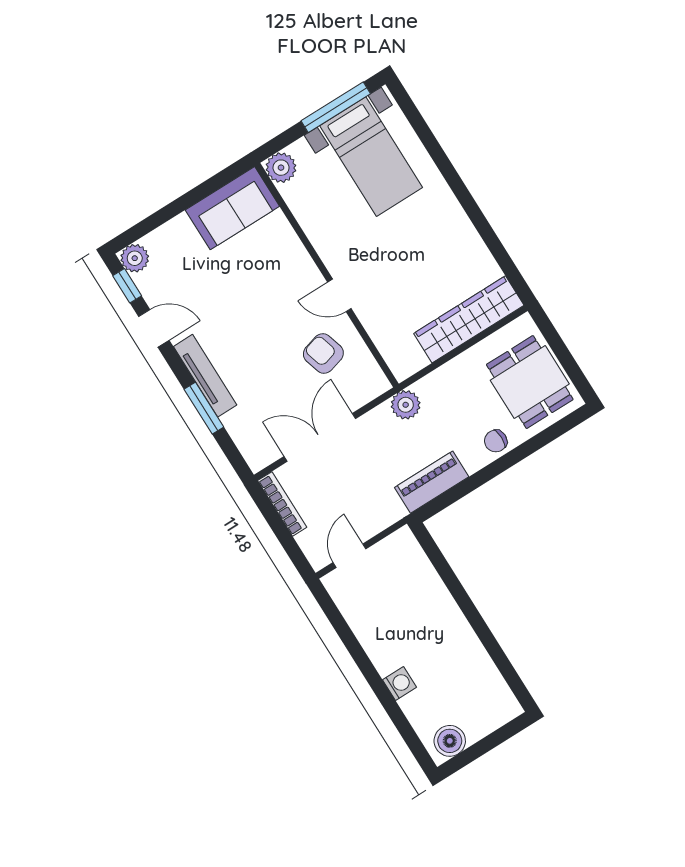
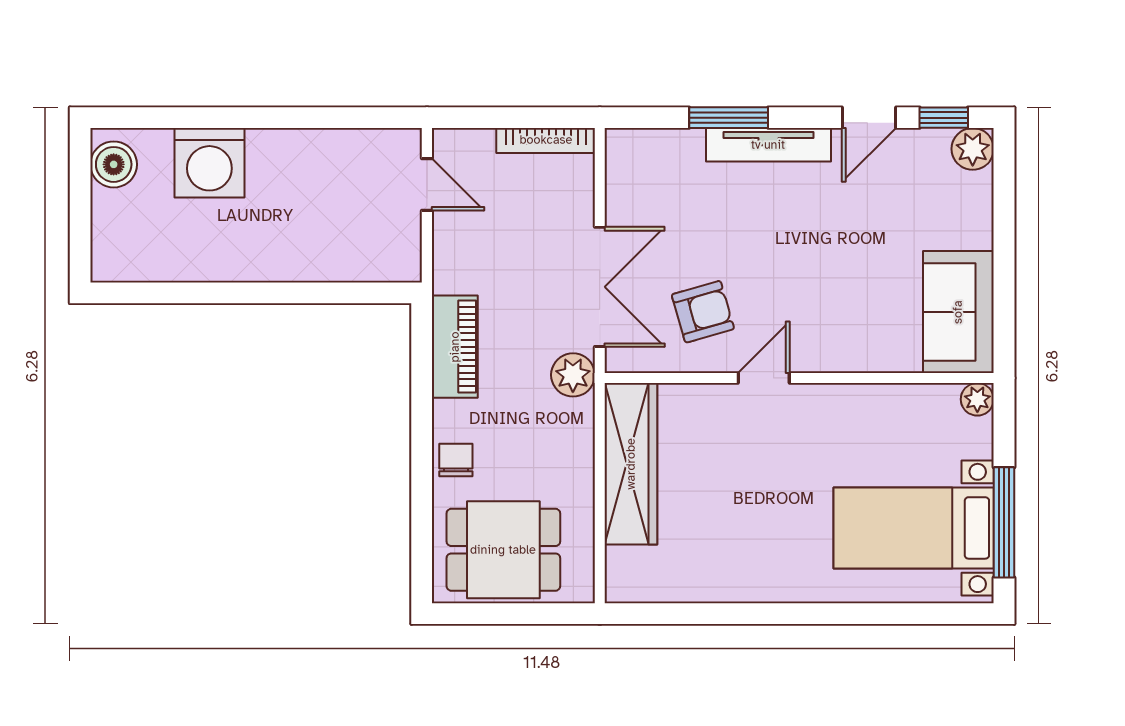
plant: (281, 168) -> (977, 399), width x0.73, depth x0.73
wardrobe: (469, 319) -> (631, 464), moved
double door: (320, 437) -> (600, 287), moved
washing machine: (399, 684) -> (209, 163), width x1.89, depth x1.89

